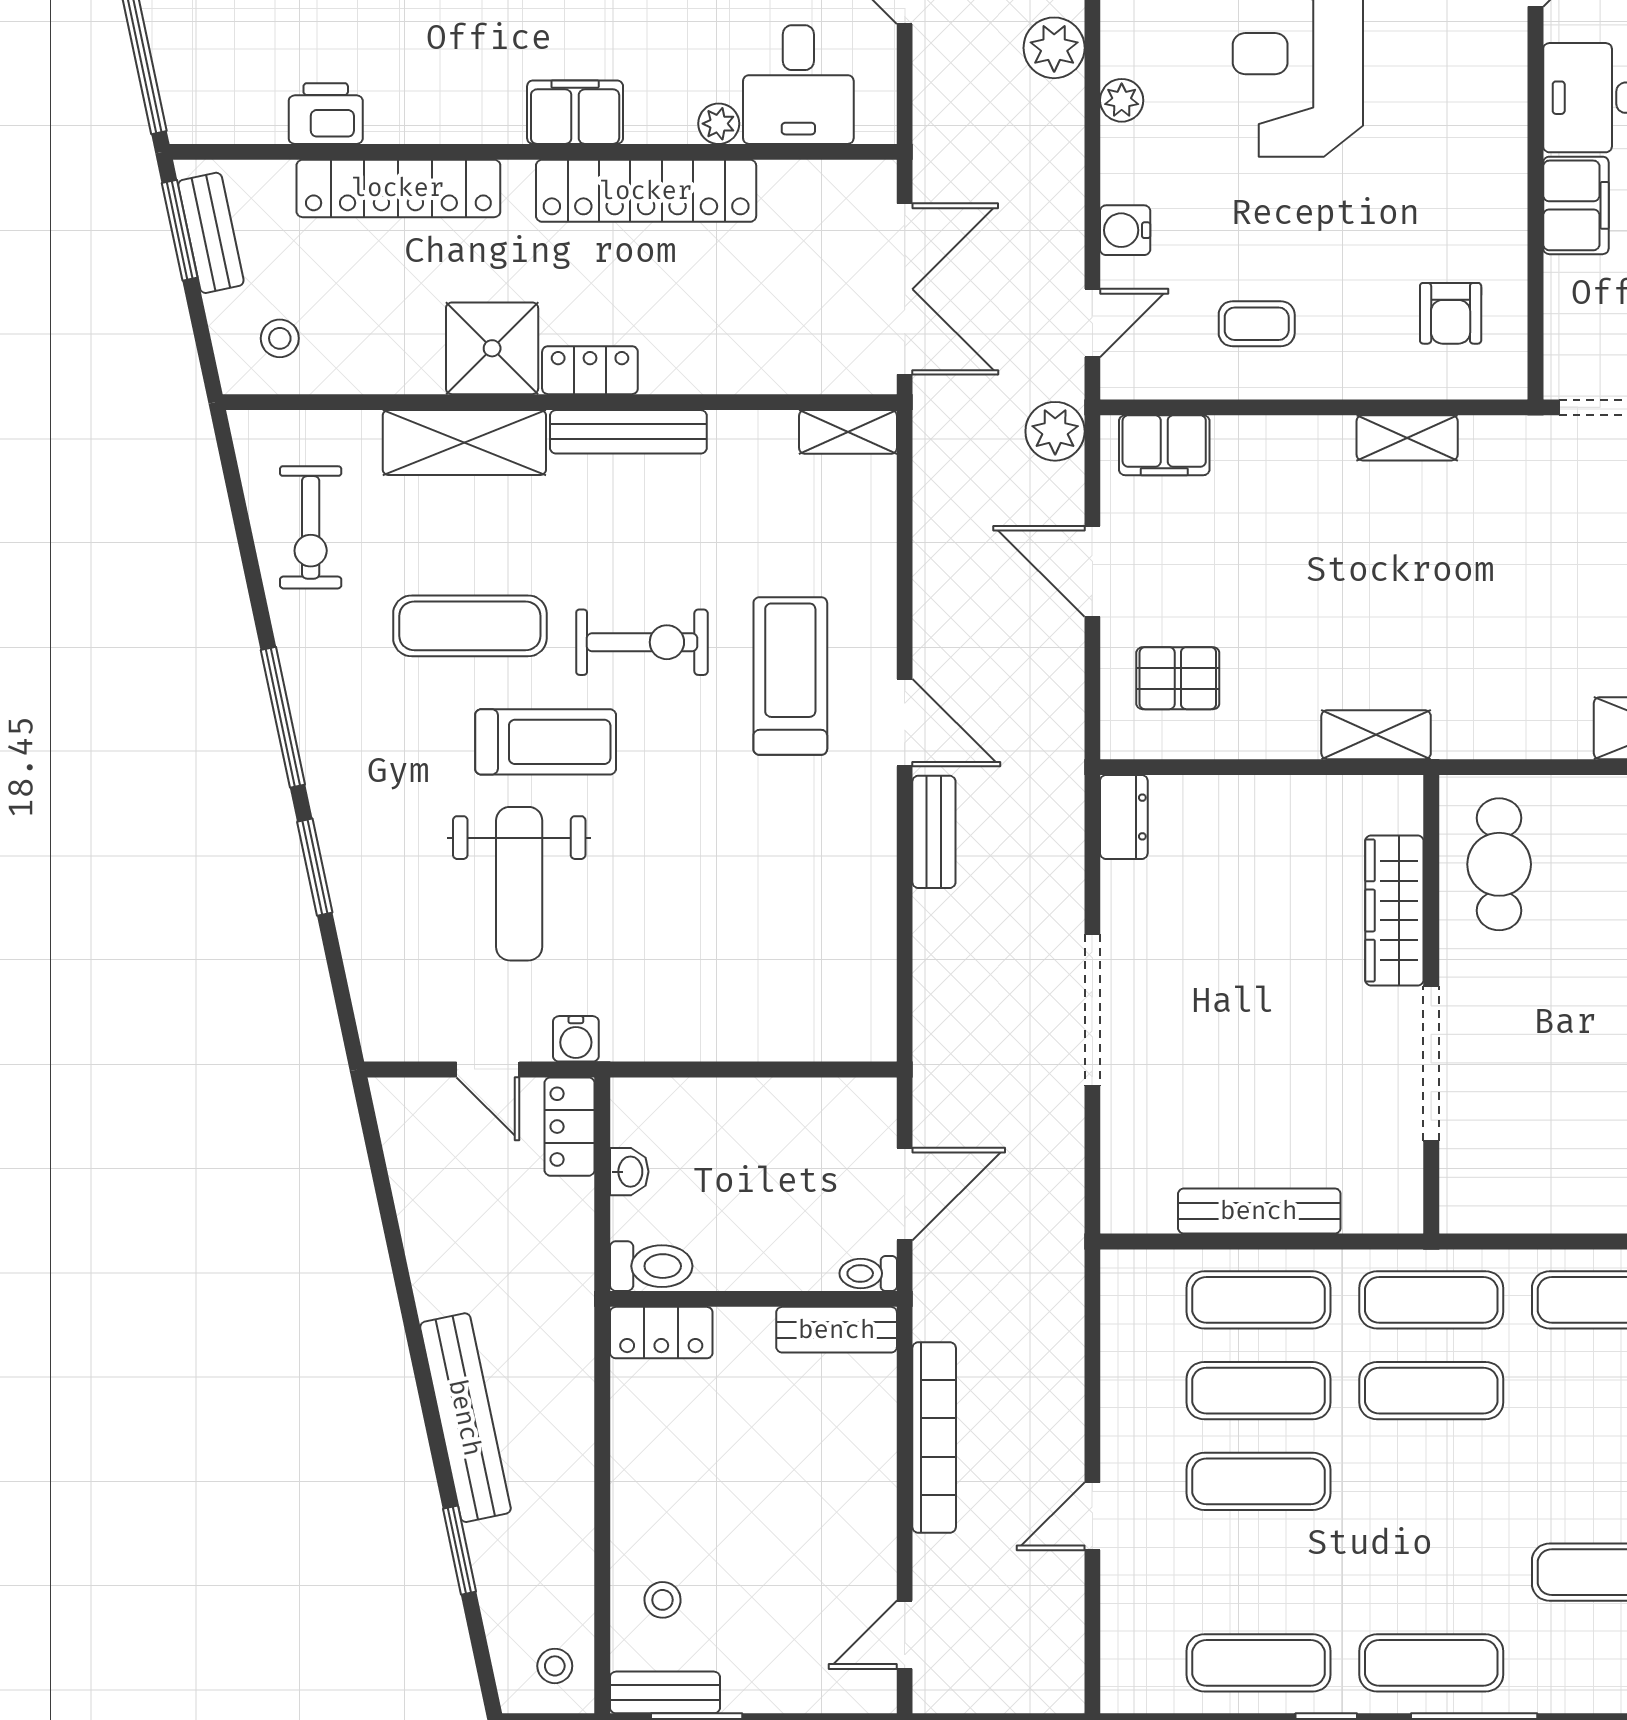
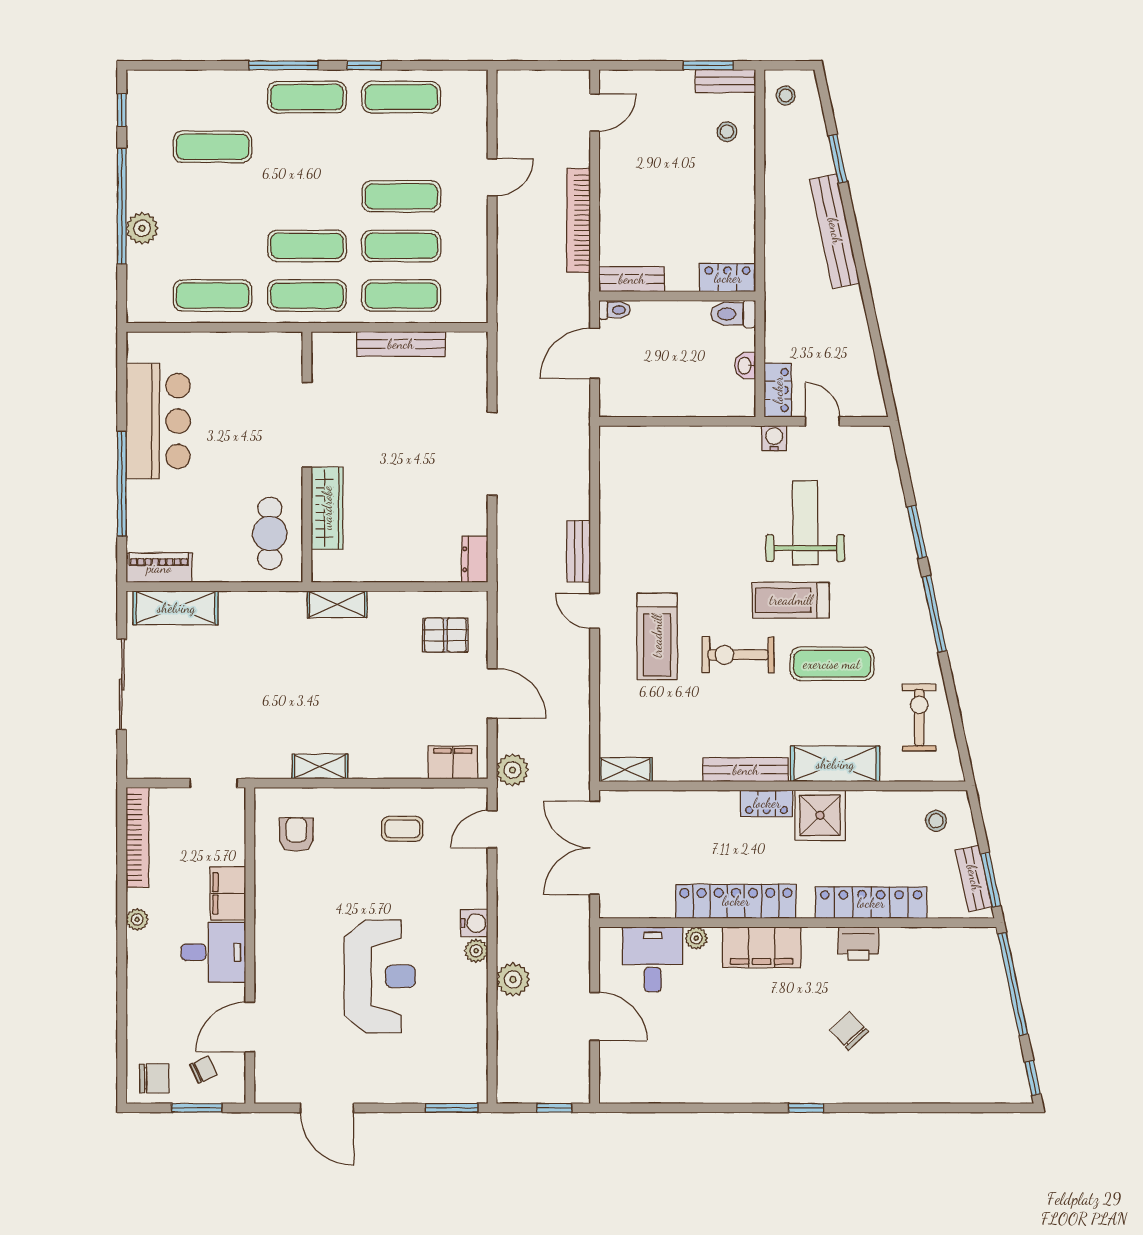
filing cabinet: (575, 112) -> (762, 947), width x1.50, depth x1.17
printer: (326, 114) -> (858, 944), moved
water cooler: (1125, 230) -> (474, 923), moved
door: (905, 723) -> (595, 611), width x0.73

